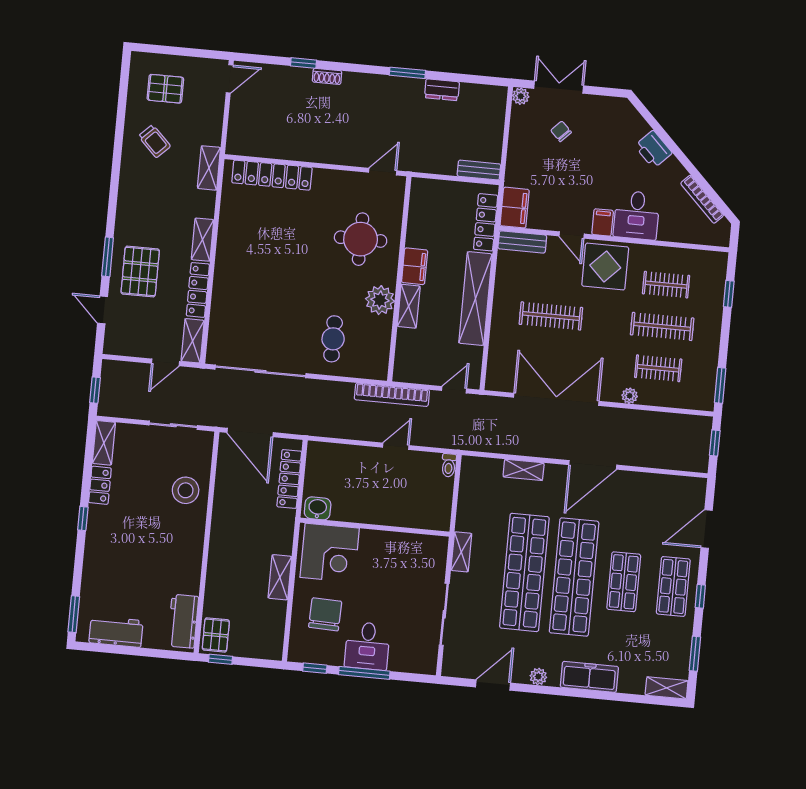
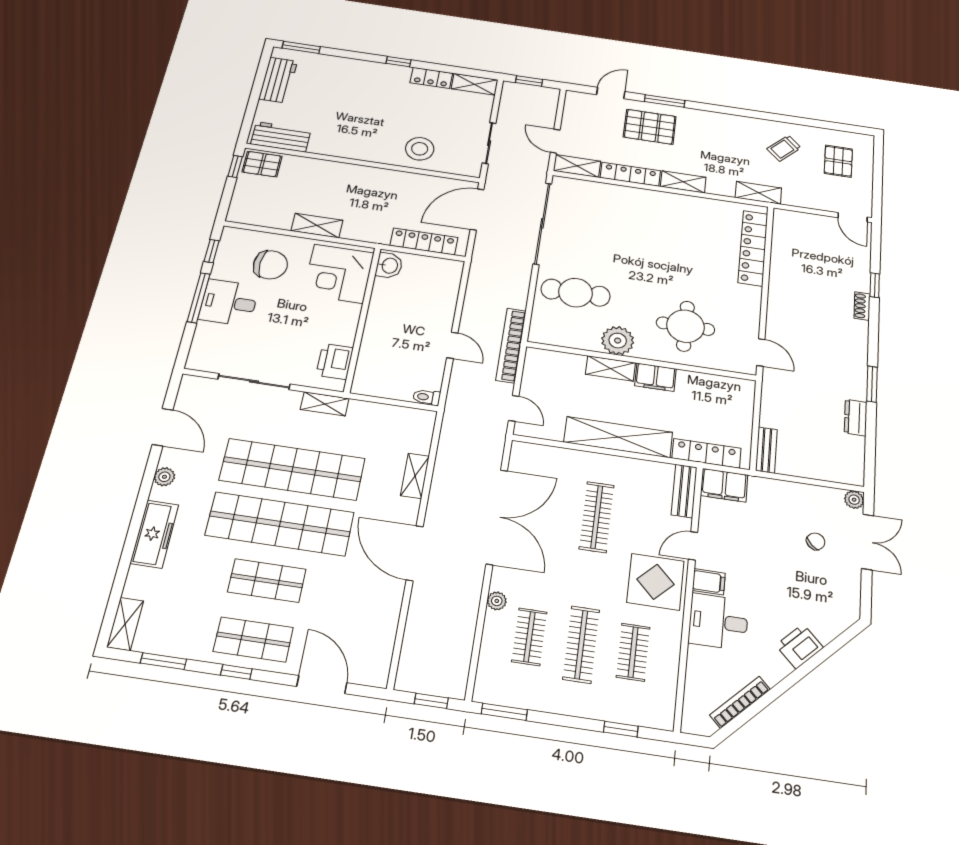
cafe table: (333, 339) -> (576, 293), width x1.37, depth x1.35
printer: (419, 547) -> (335, 361), added

